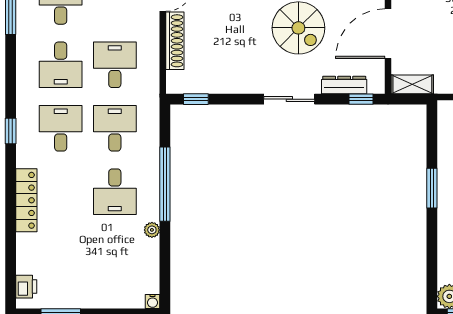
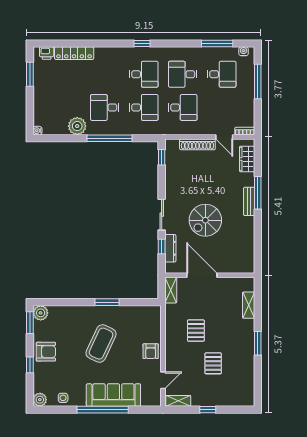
window: (361, 99) -> (162, 246), moved
locker: (26, 200) -> (74, 53), moved
plant: (152, 230) -> (77, 126), width x1.87, depth x1.87

